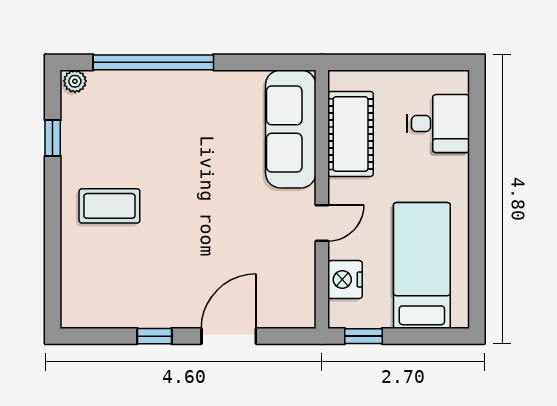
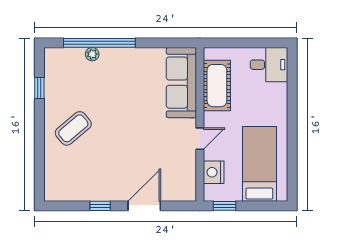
plant: (75, 81) -> (92, 54), moved
desk: (438, 124) -> (269, 65), moved
coffee table: (109, 206) -> (73, 128), turned -40

